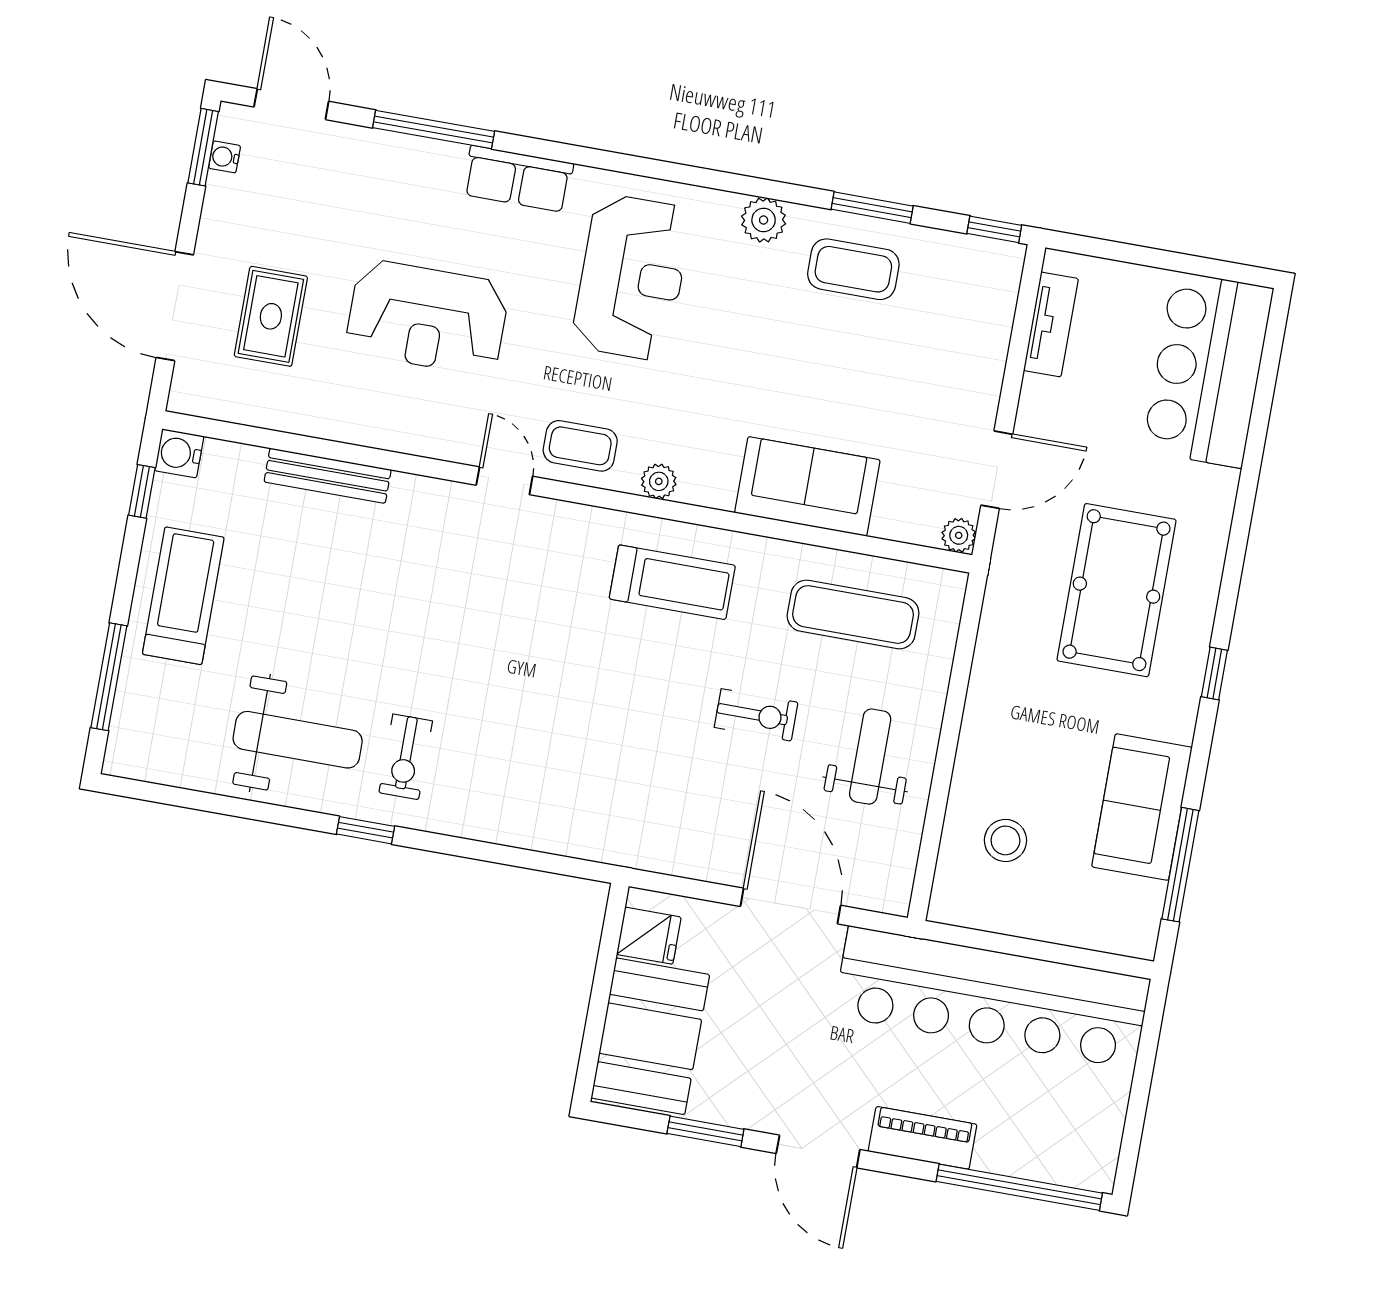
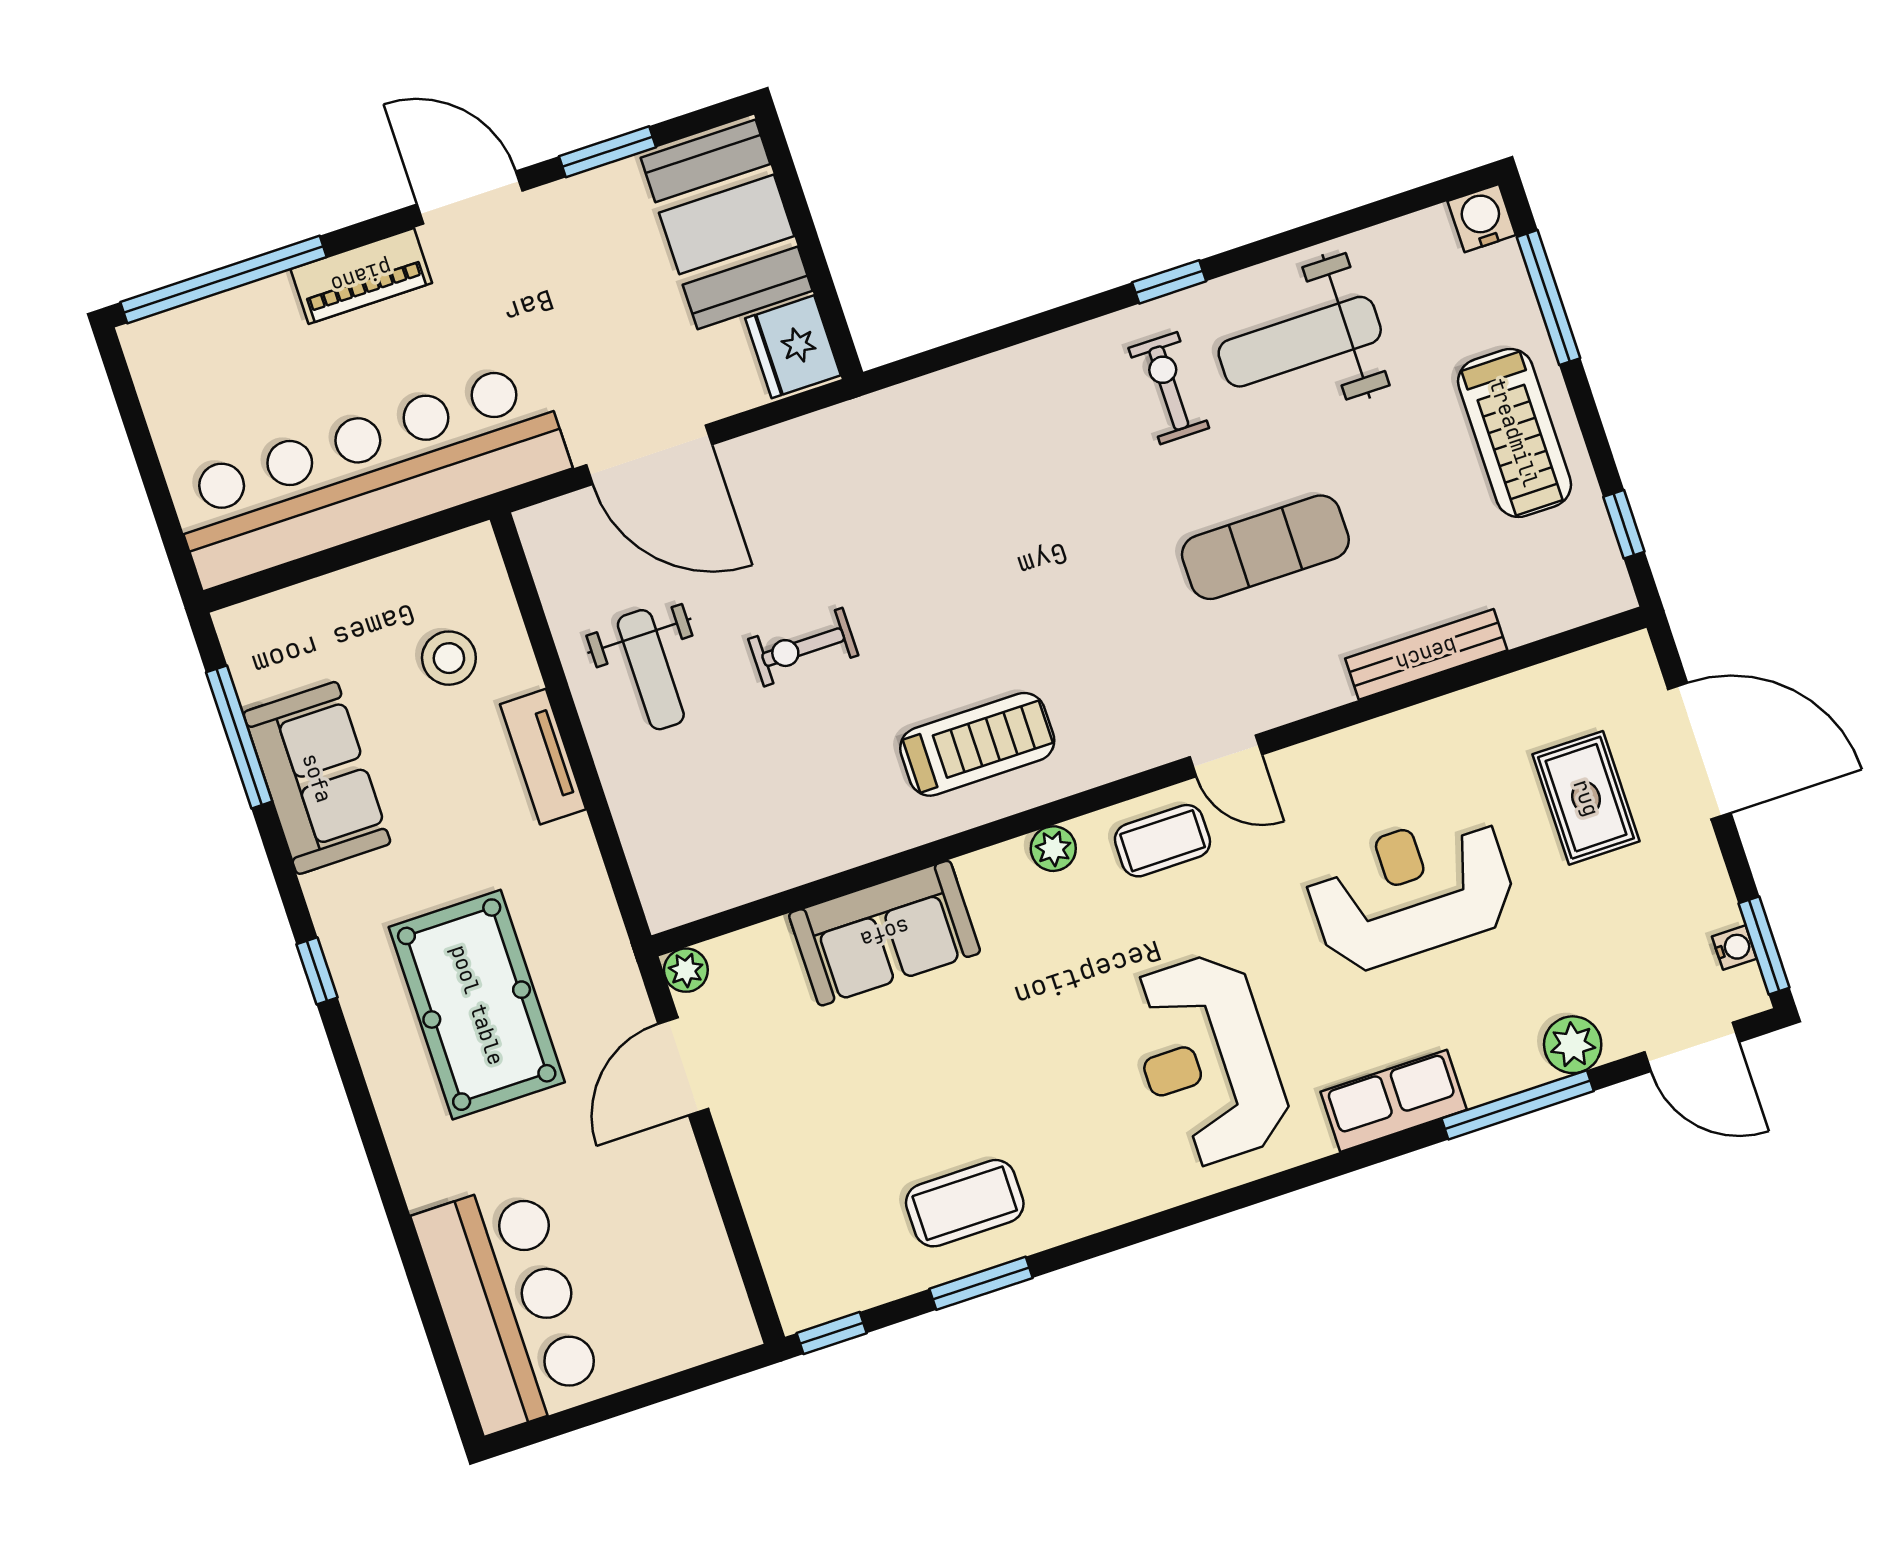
plant: (764, 220) -> (1573, 1045), moved
tv unit: (1051, 324) -> (543, 757), moved
water cooler: (179, 453) -> (1482, 218), moved, turned -90
treadmill: (672, 582) -> (977, 744), turned 180
exercise mat: (853, 614) -> (1265, 547), moved
fridge: (649, 936) -> (793, 347), width x1.38

